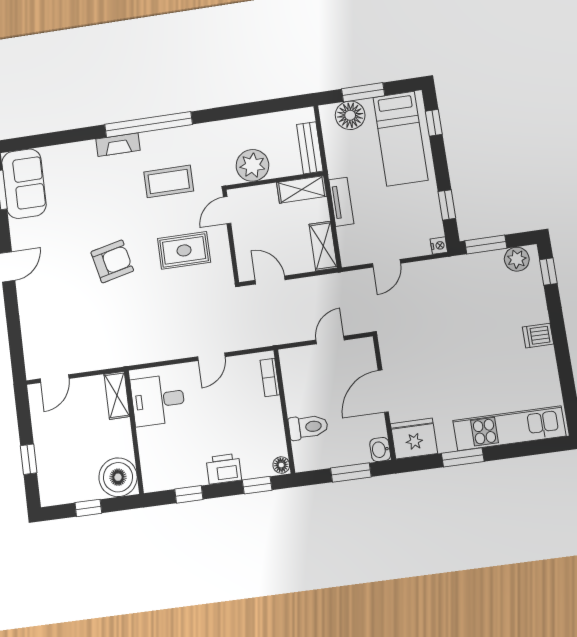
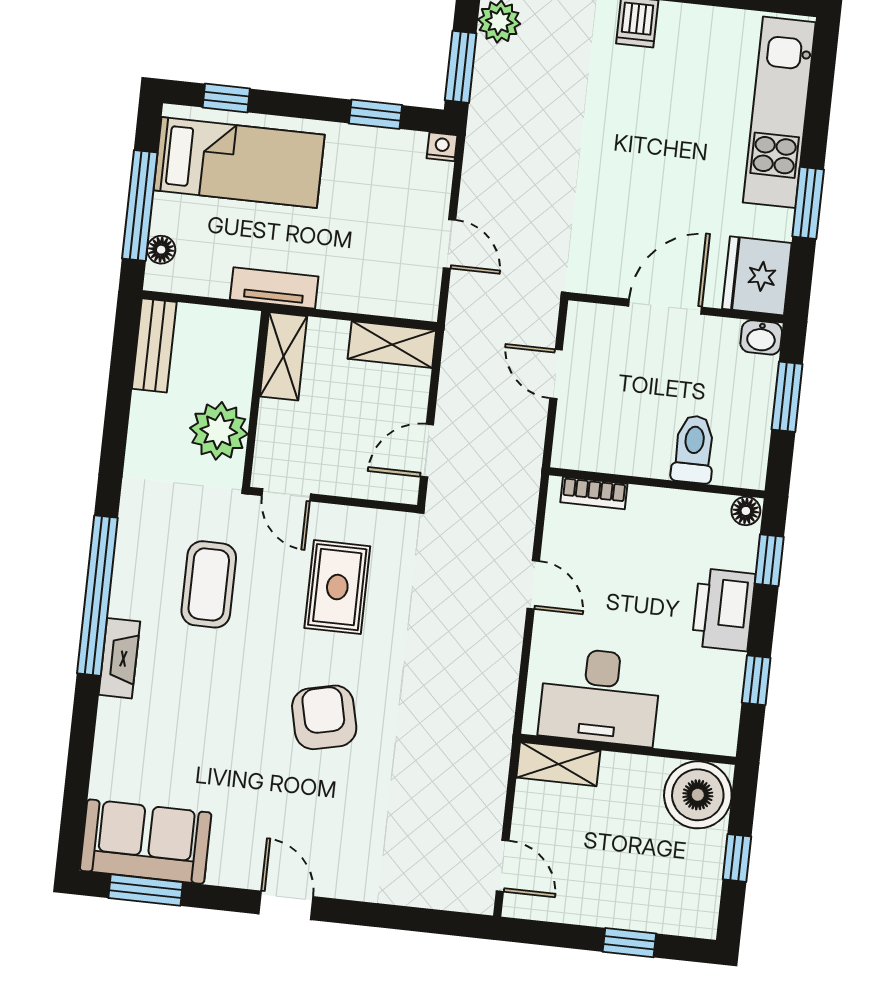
window: (363, 92) -> (140, 206), width x1.44
floor lamp: (350, 115) -> (161, 250), width x0.53, depth x0.53
bench: (310, 148) -> (154, 345), moved, turned 90
tv unit: (341, 202) -> (274, 288), moved
door: (383, 391) -> (665, 307), swing flipped
desk: (158, 400) -> (600, 697), width x1.37
printer: (224, 469) -> (724, 610), width x1.37, depth x1.19

